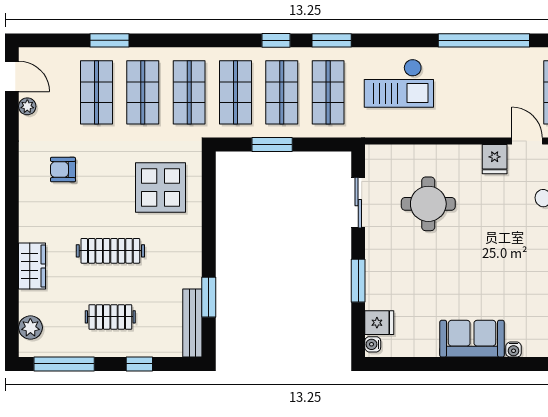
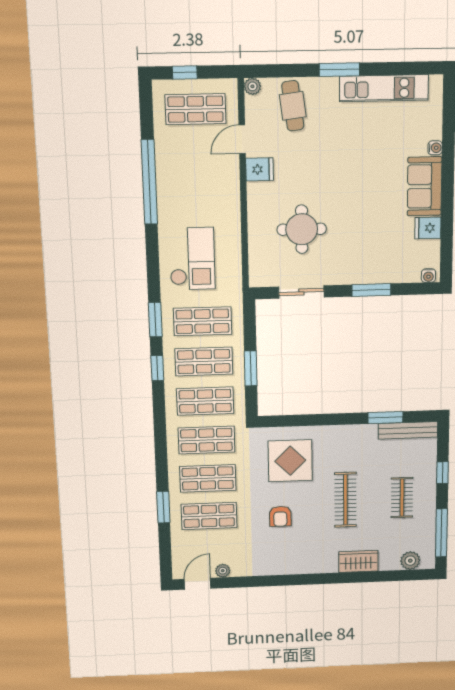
armchair: (63, 170) -> (280, 516), moved
fridge: (379, 323) -> (428, 228), moved, turned -90

